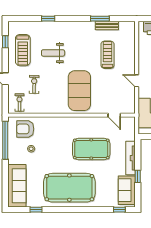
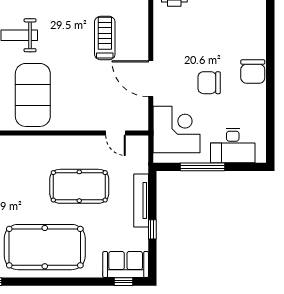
door: (137, 81) -> (151, 79), width x1.88
exercise mat: (79, 91) -> (33, 95), moved
sofa: (127, 190) -> (126, 264), moved, turned 90

